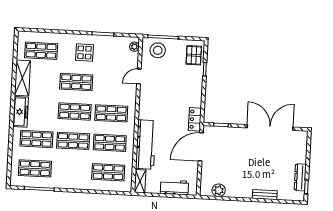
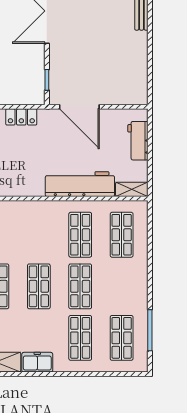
freezer: (21, 112) -> (37, 362), width x0.71
shop shelf: (111, 113) -> (39, 235), removed
locker: (195, 119) -> (21, 117), moved
plant: (219, 190) -> (139, 78), removed

